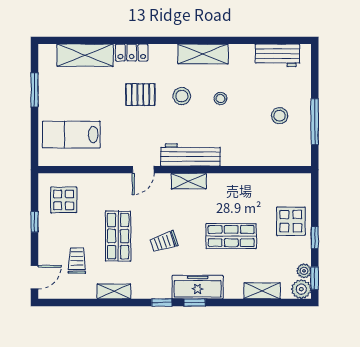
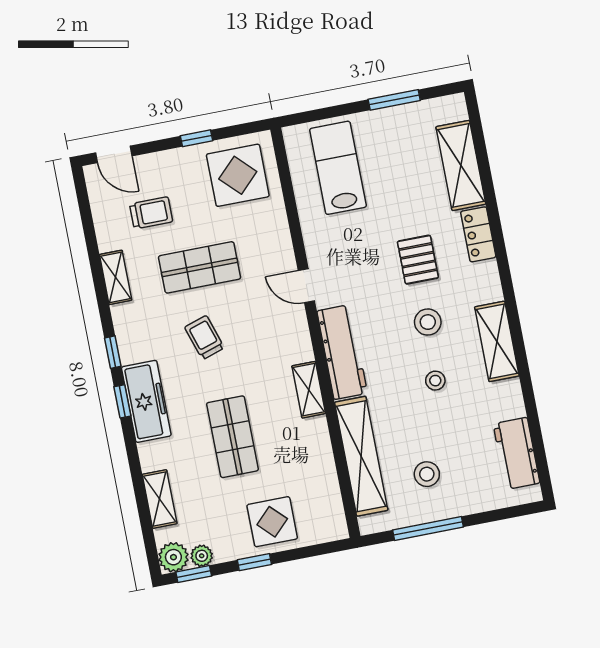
shelving: (260, 156) -> (361, 456), added
shelving: (189, 181) -> (309, 390), moved
display table: (64, 200) -> (238, 175), width x1.36, depth x1.36

